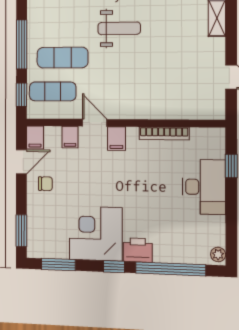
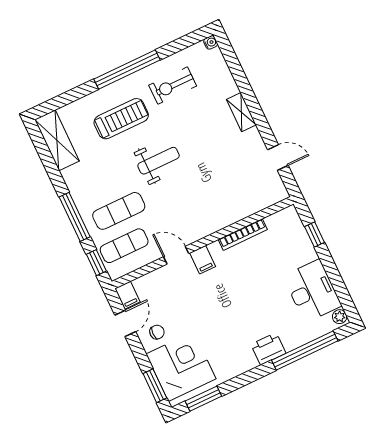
filing cabinet: (70, 137) -> (160, 279), removed
desk: (204, 187) -> (312, 291), moved
corner desk: (96, 234) -> (181, 366), moved, turned 90
window: (114, 267) -> (254, 374), removed

